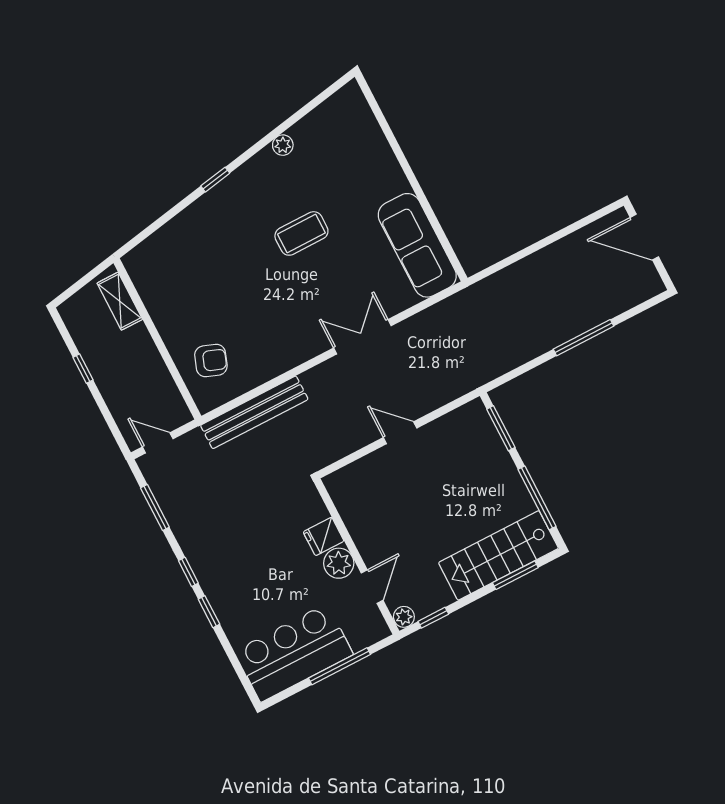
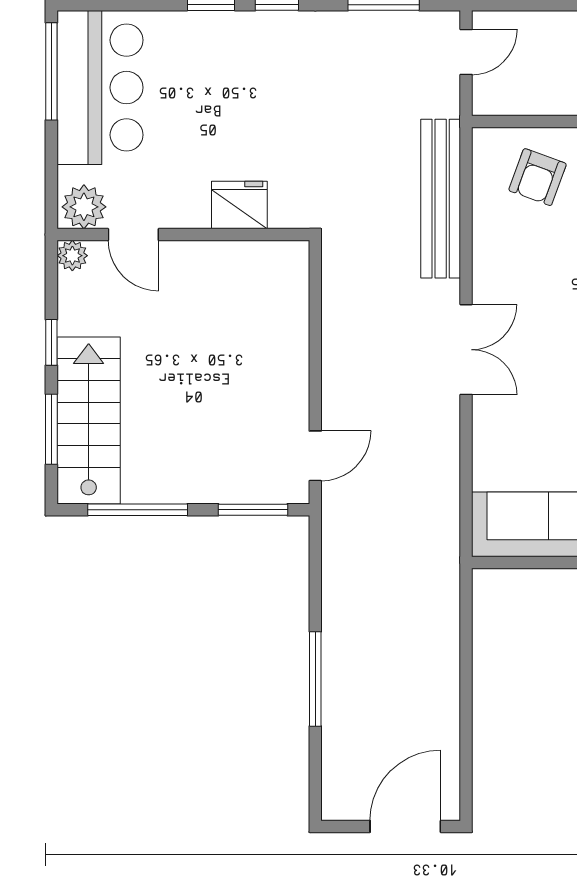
double door: (362, 337) -> (466, 350), moved
door: (400, 433) -> (315, 456), moved
fridge: (324, 536) -> (239, 205), width x1.38
plant: (339, 563) -> (84, 207), moved
window: (433, 618) -> (51, 342), moved
window: (340, 666) -> (51, 71), moved

